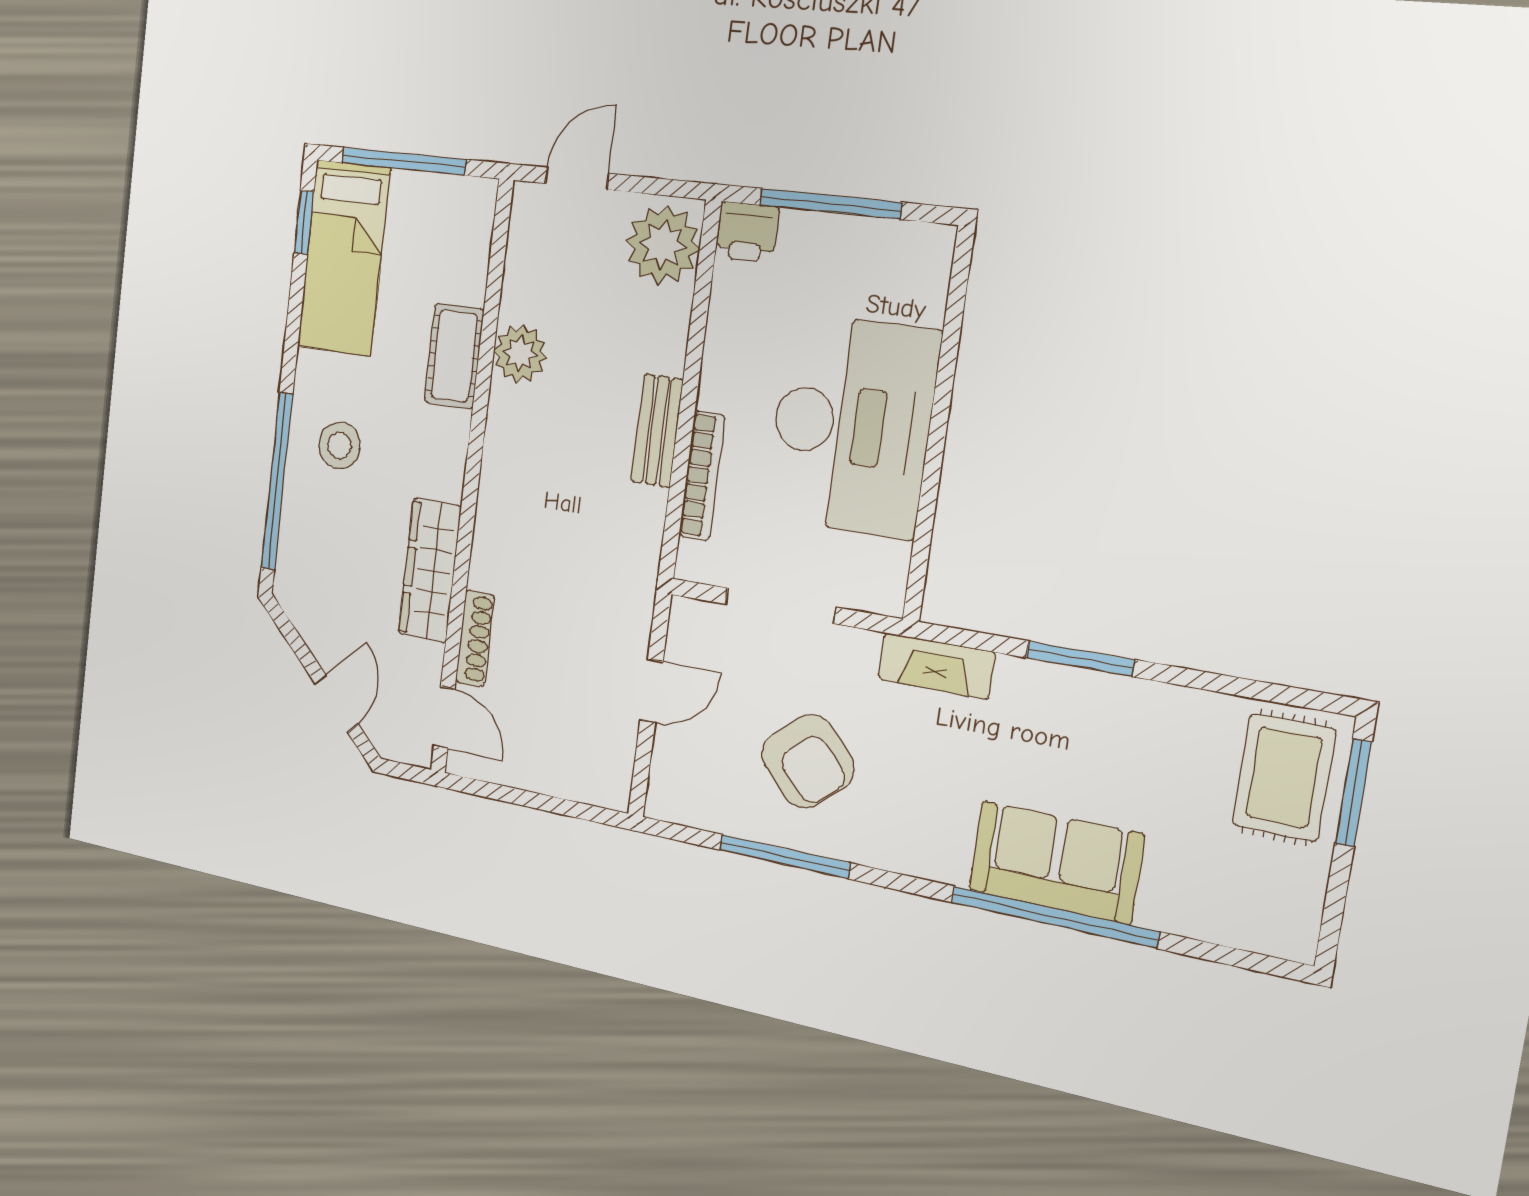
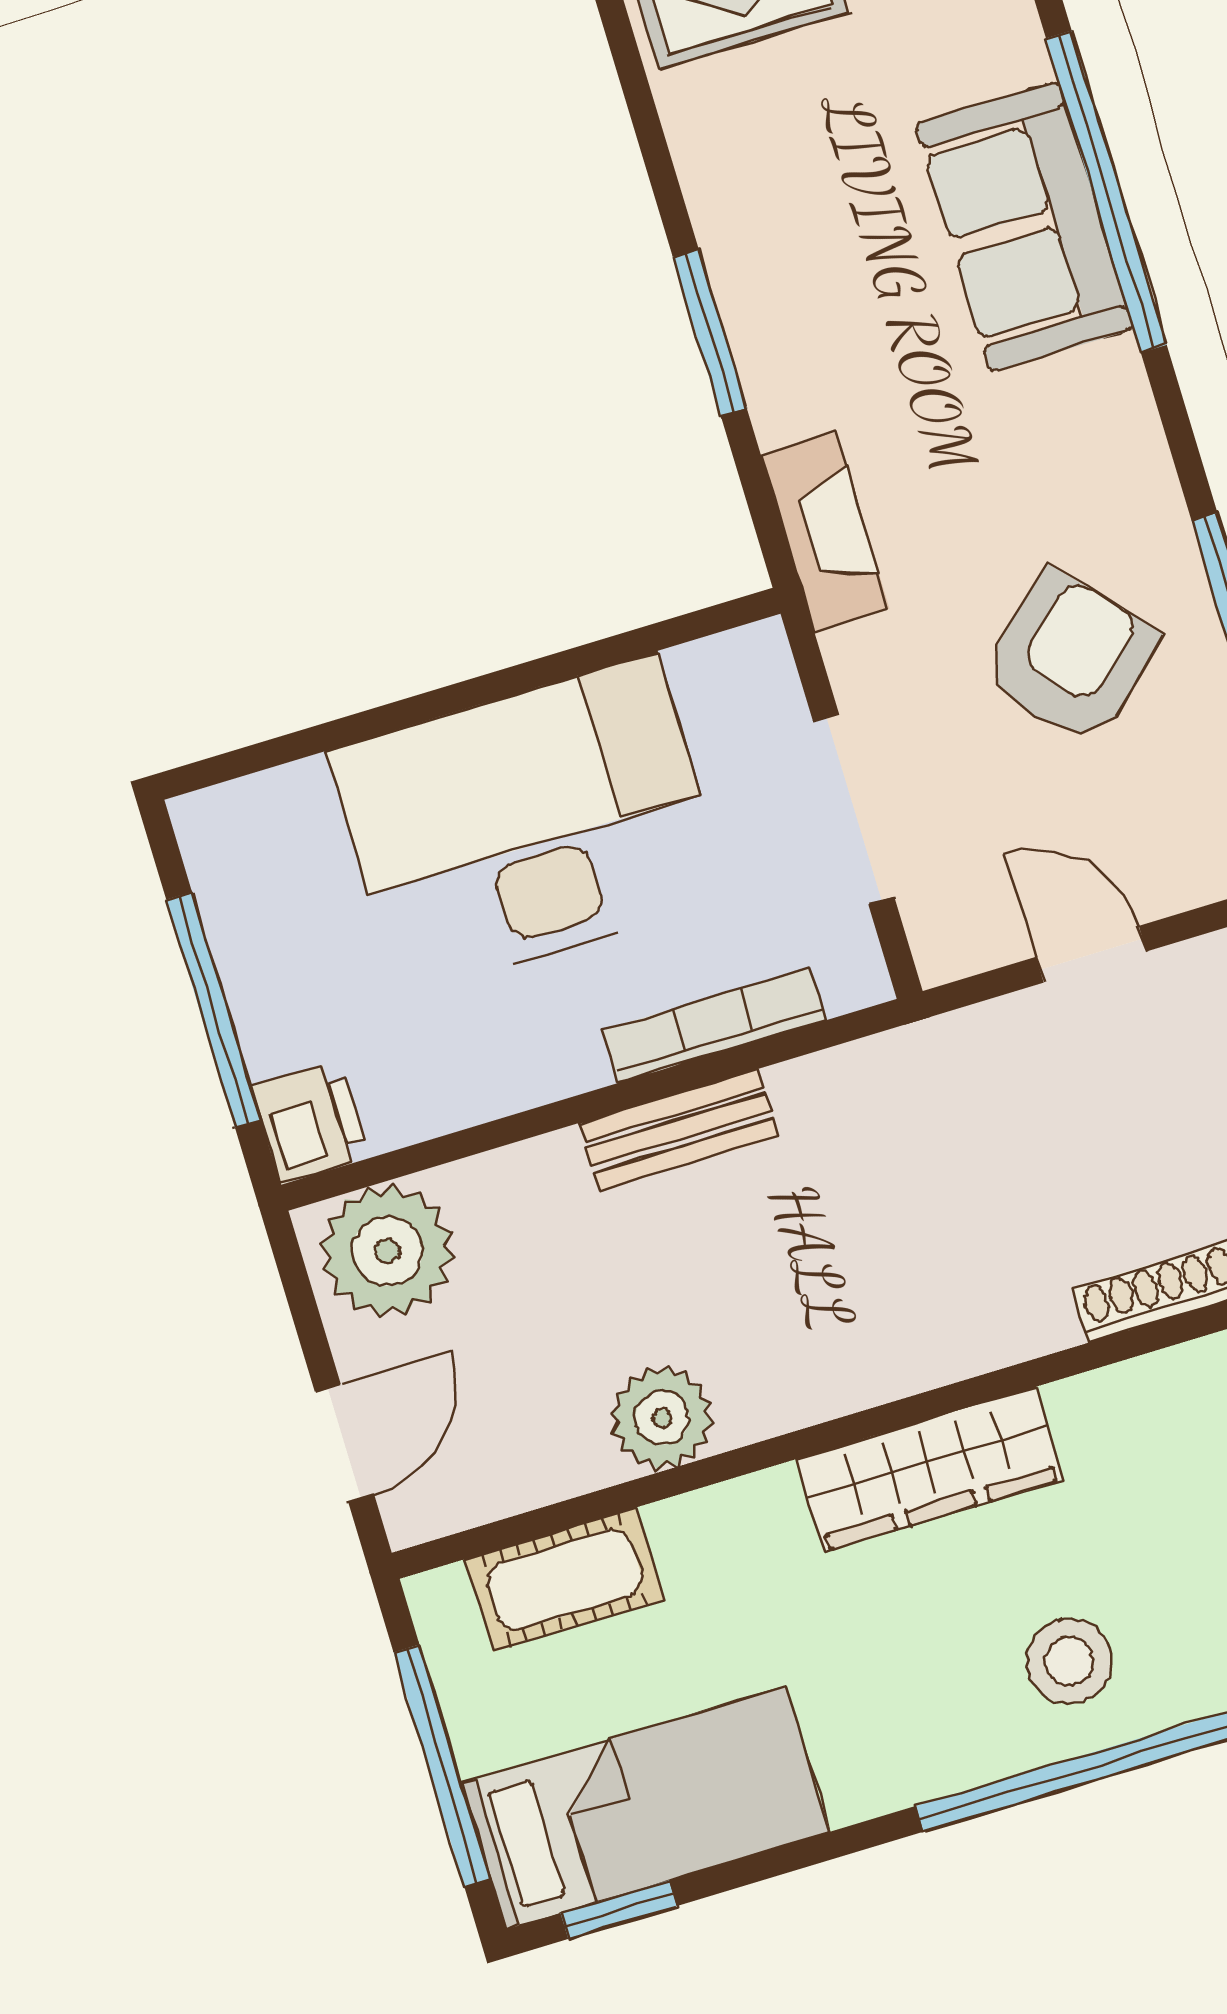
door: (577, 179) -> (344, 1443), swing flipped
cot: (454, 356) -> (564, 1580), moved
stool: (340, 445) -> (1069, 1661), moved
wardrobe: (430, 570) -> (929, 1469), moved

